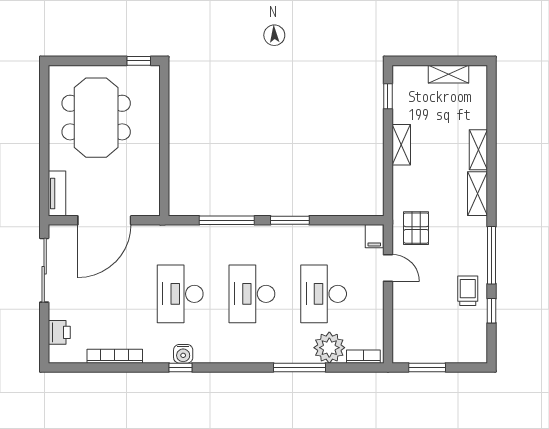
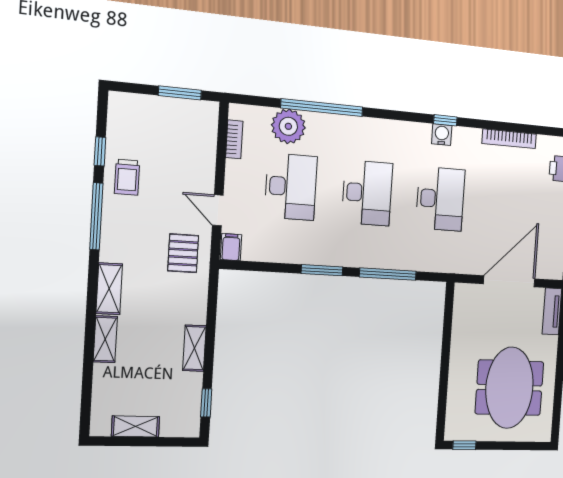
bookcase: (363, 357) -> (234, 139), moved, turned -90
window: (299, 367) -> (322, 108), width x1.46

